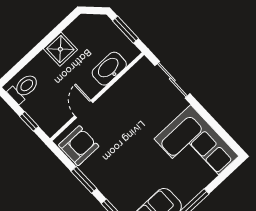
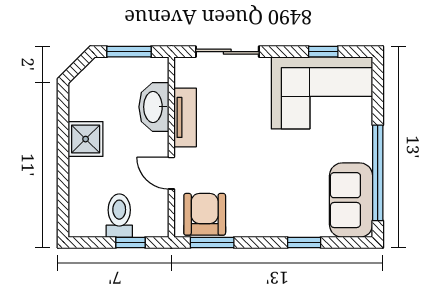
toilet: (24, 88) -> (119, 216), moved
tv unit: (119, 90) -> (185, 117), added
window: (218, 129) -> (323, 52), added
window: (84, 180) -> (212, 242), moved

